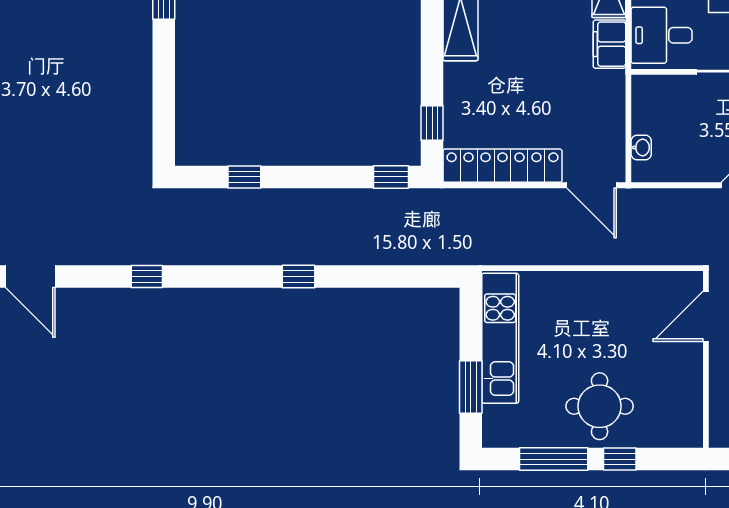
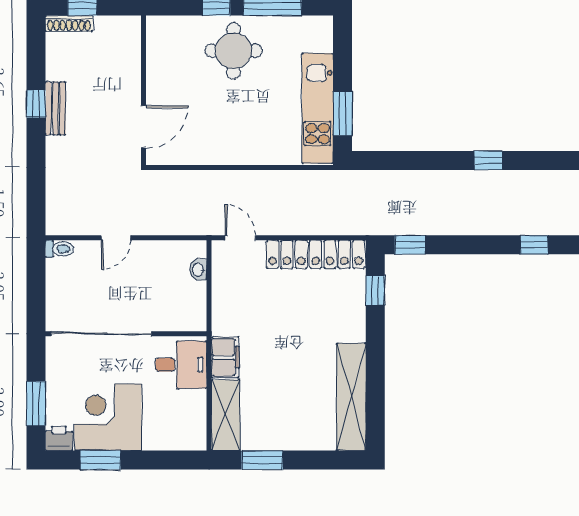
door: (592, 185) -> (240, 238), width x0.73
window: (471, 387) -> (342, 113), moved

